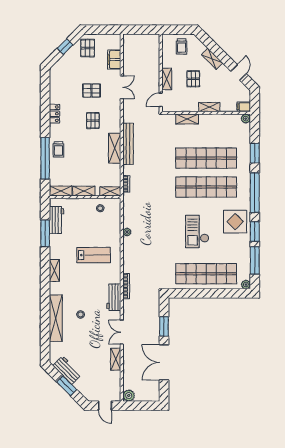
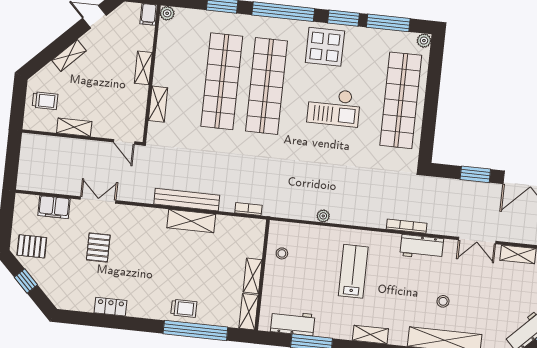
shelving: (167, 79) -> (74, 127), moved
pallet: (193, 79) -> (97, 88), removed
locker: (54, 114) -> (111, 307), moved
pallet: (93, 121) -> (145, 250), removed
shelving: (110, 191) -> (257, 235), removed

